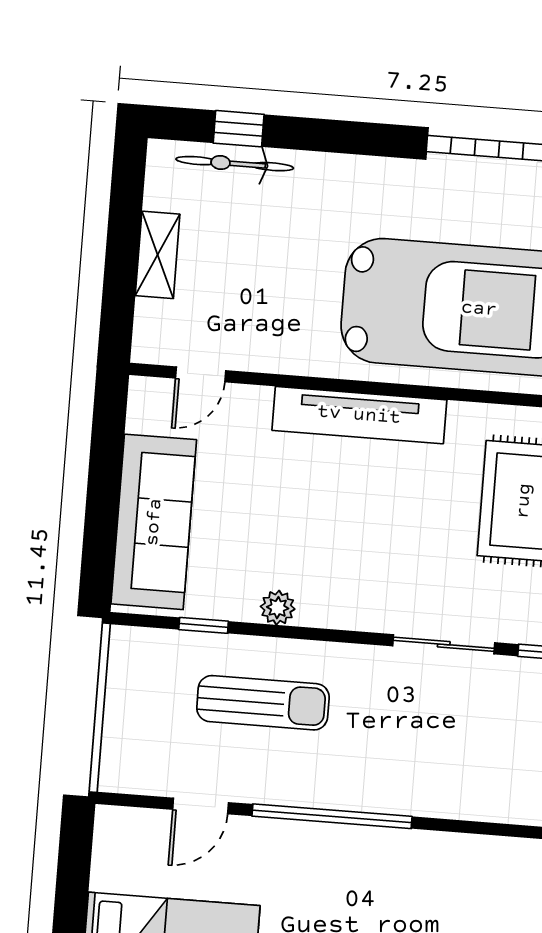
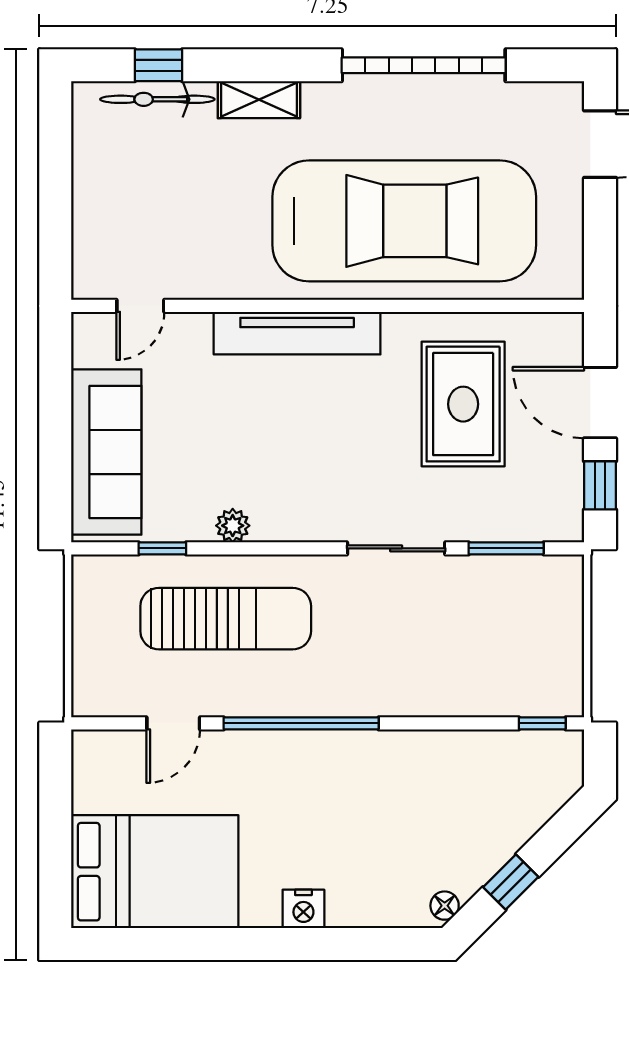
shelving: (158, 255) -> (259, 100), moved, turned 90
sun lounger: (263, 703) -> (226, 619), width x1.36, depth x1.34

